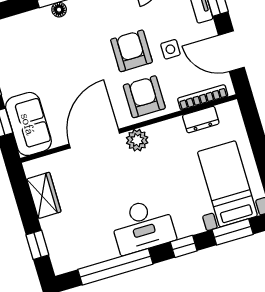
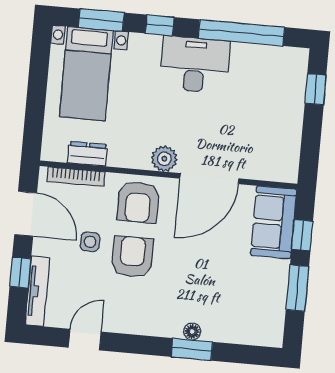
armchair: (131, 51) -> (132, 257), turned 180
wardrobe: (44, 195) -> (288, 139), removed

